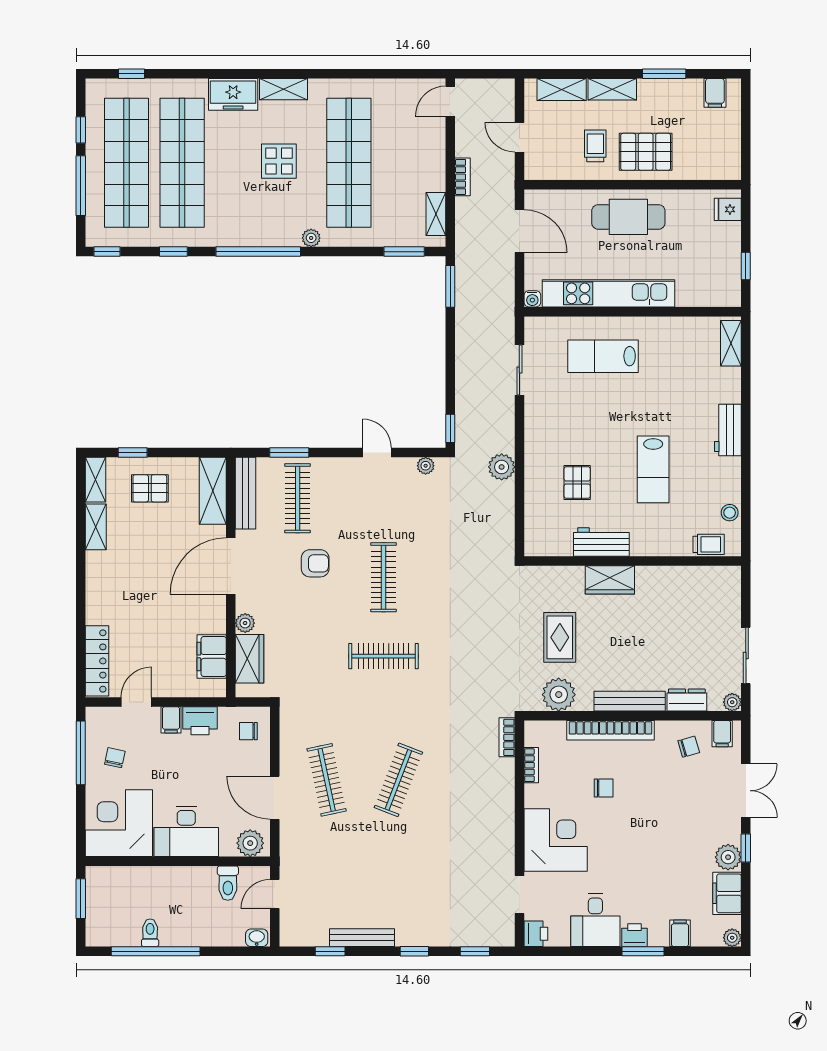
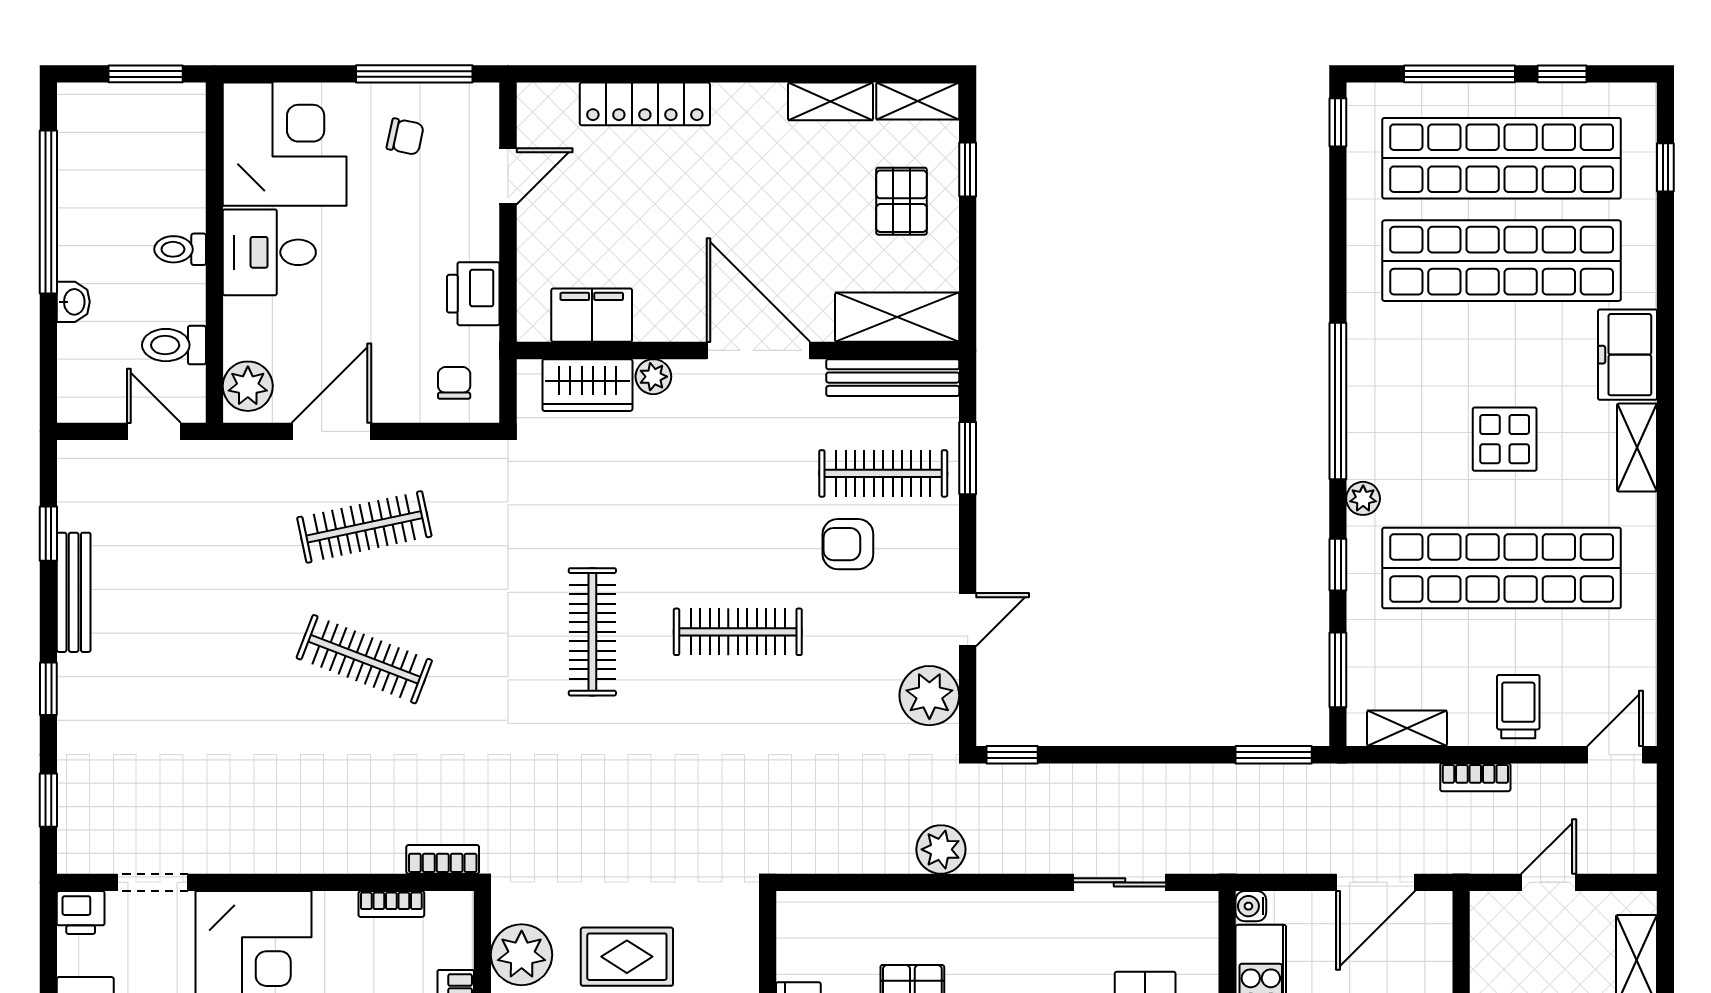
door: (450, 101) -> (1615, 755), hinge flipped
trolley: (424, 154) -> (1518, 707), added
window: (173, 252) -> (1338, 565), moved
plant: (426, 466) -> (929, 696), width x1.87, depth x1.87
armchair: (315, 563) -> (848, 544), moved, turned 90
locker: (97, 661) -> (645, 104), moved
door: (136, 702) -> (508, 176), hinge flipped
filing cabinet: (171, 720) -> (475, 240), removed
desk: (186, 831) -> (269, 252), width x0.73
toilet: (150, 933) -> (180, 249), moved, turned 180
washbasin: (257, 938) -> (73, 302), moved

